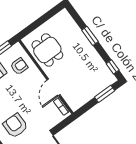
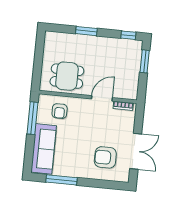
armchair: (19, 66) -> (60, 111), turned 180
door: (54, 87) -> (102, 98), swing flipped

